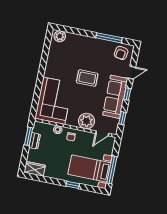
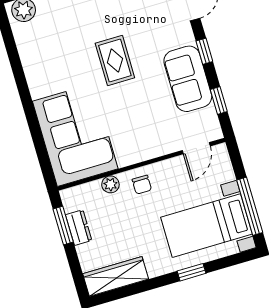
rug: (87, 78) -> (115, 61), turned 90
sofa: (115, 97) -> (188, 79), width x0.73
plant: (87, 121) -> (155, 141), removed
wardrobe: (35, 169) -> (116, 276), width x1.50

